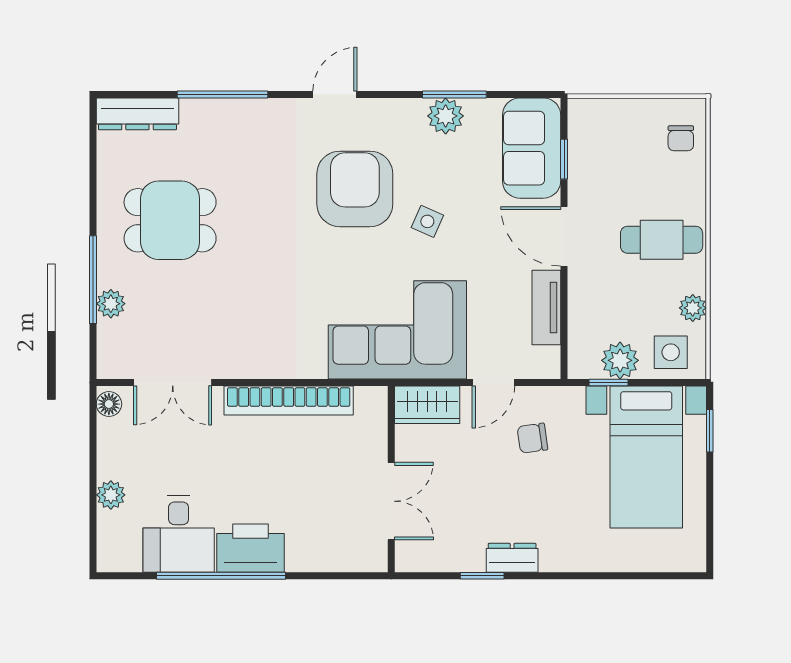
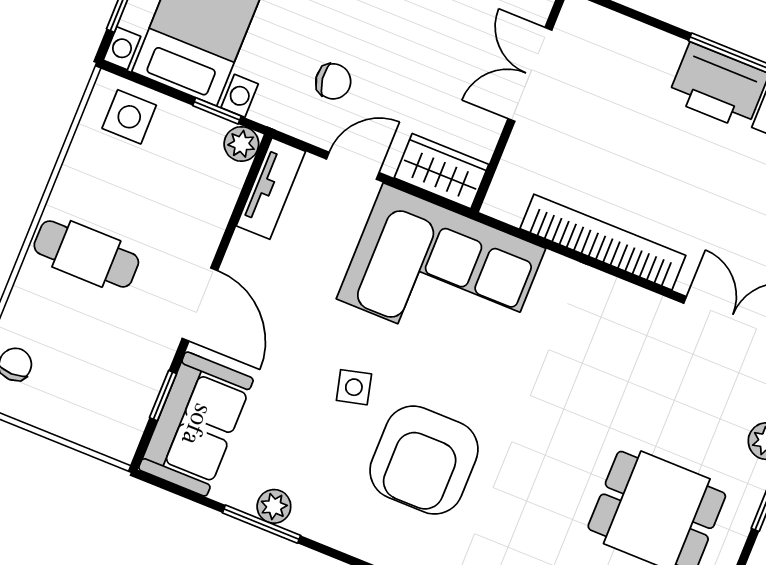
plant: (446, 116) -> (274, 506), width x0.73, depth x0.73
side table: (427, 221) -> (354, 387), turned -38
tv unit: (546, 307) -> (271, 189), moved
plant: (693, 308) -> (82, 159), removed
plant: (620, 360) -> (241, 144), moved, width x0.73, depth x0.73

